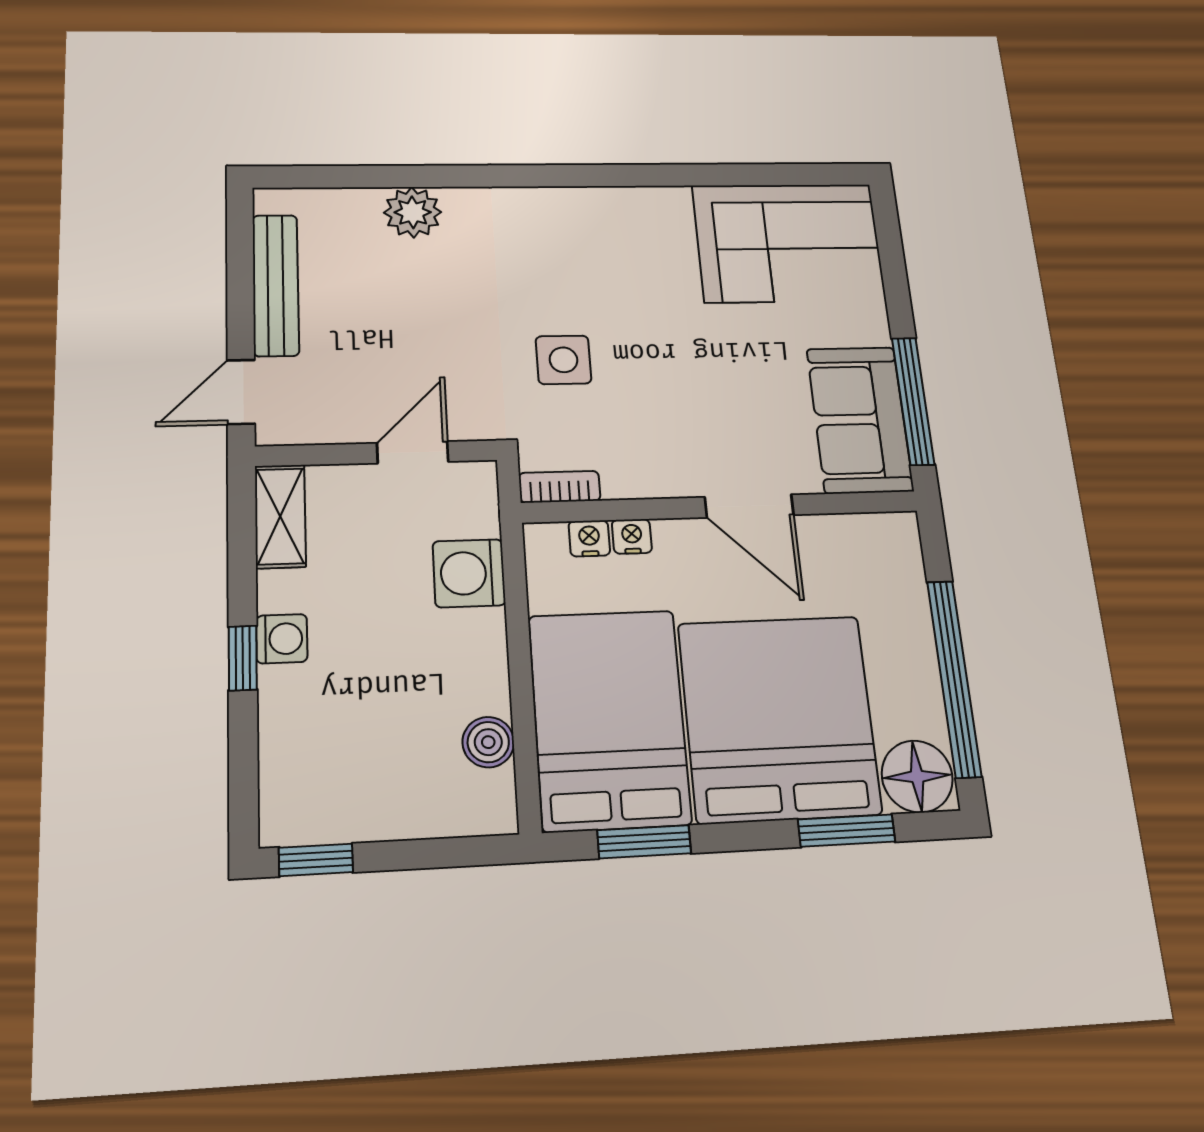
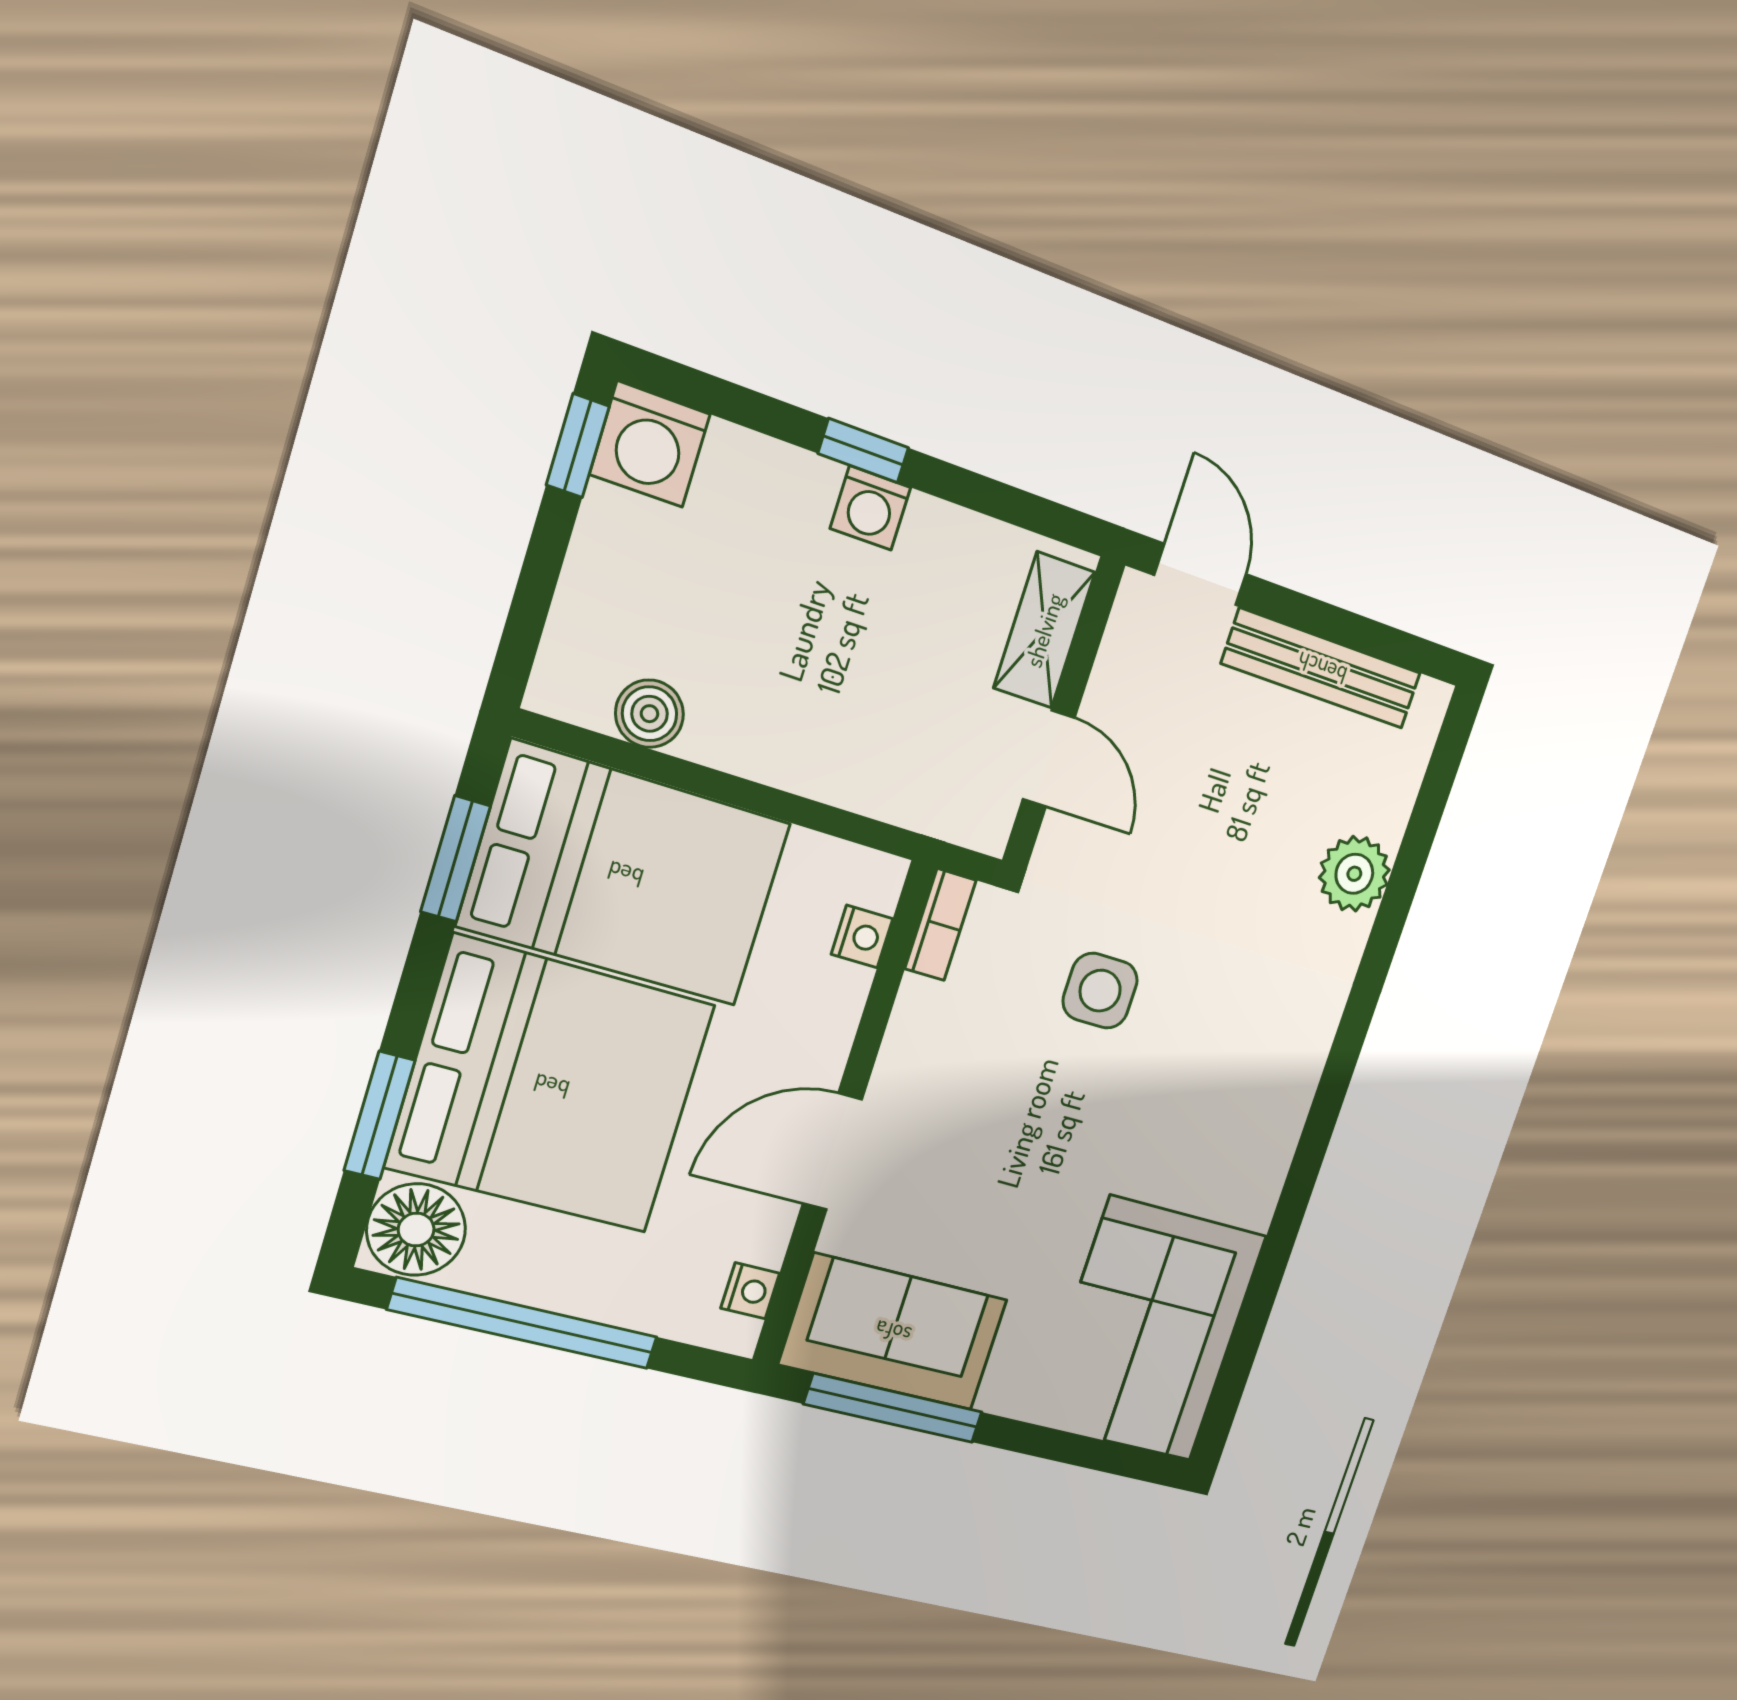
shelving: (280, 516) -> (1044, 630), moved, turned 90
nightstand: (632, 536) -> (750, 1291), moved
washing machine: (469, 573) -> (650, 444), moved, turned 180

